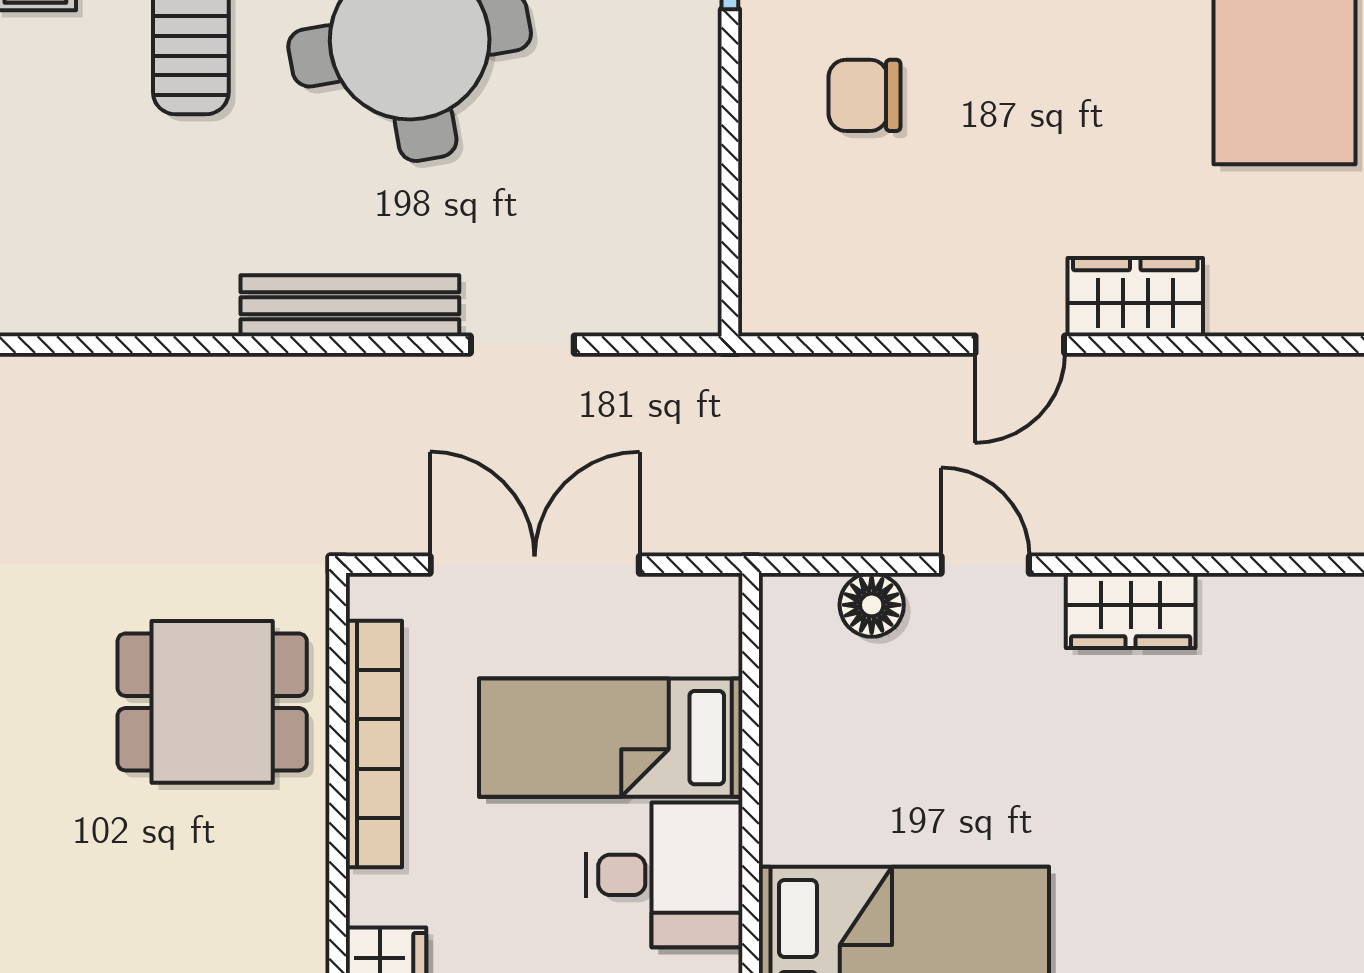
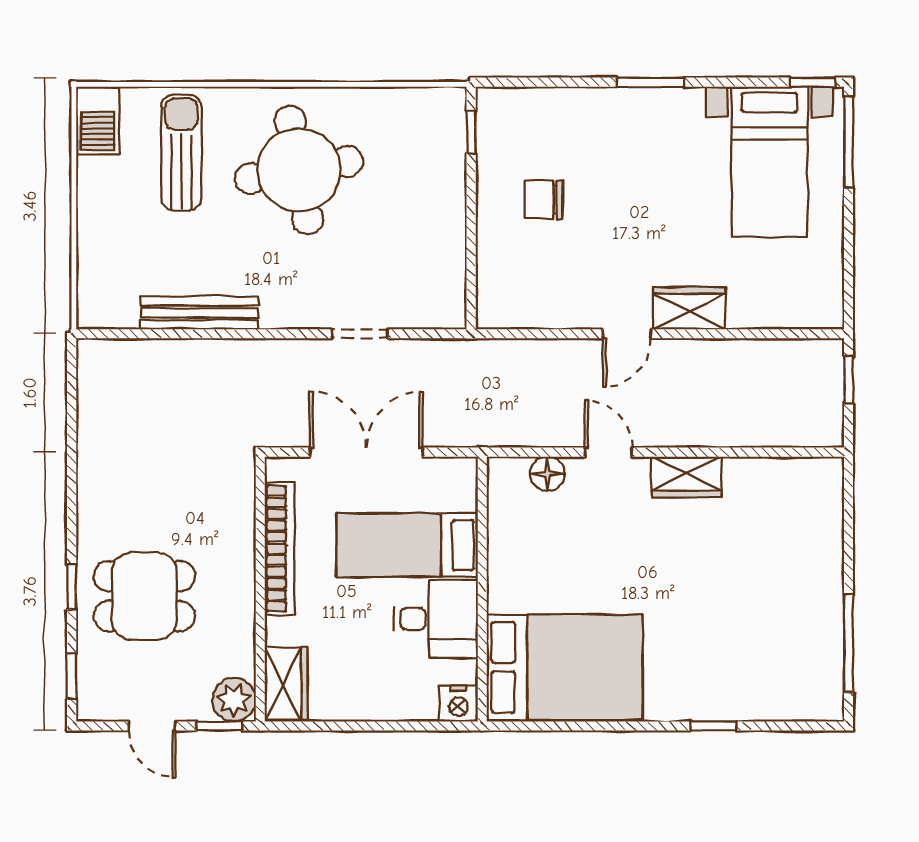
bench: (350, 306) -> (199, 313), moved
dining table: (212, 702) -> (144, 596), moved

